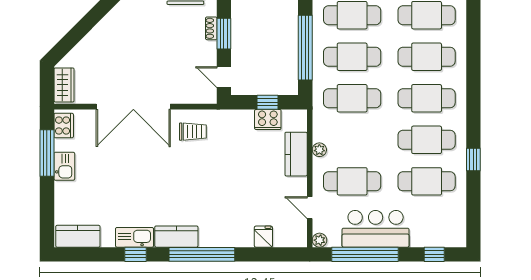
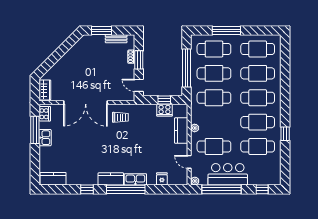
kitchen sink: (135, 237) -> (135, 179), moved

